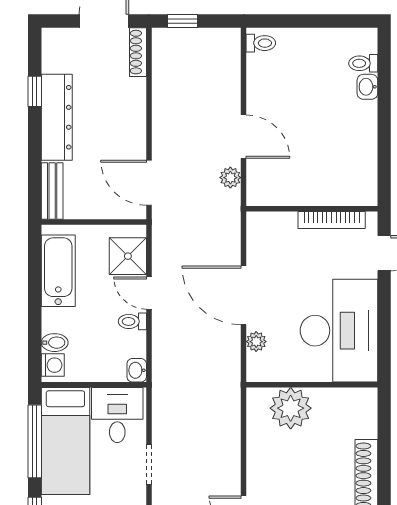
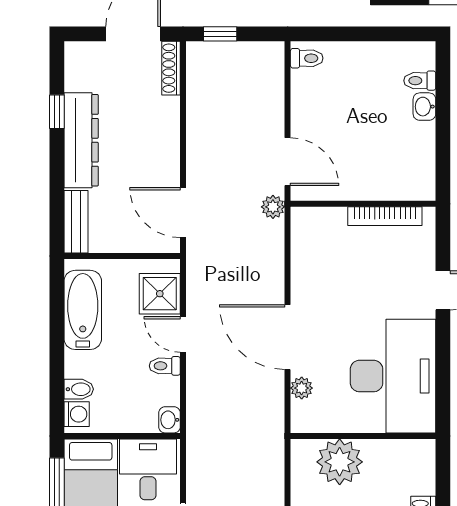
wall: (312, 209) -> (363, 204), moved
bookcase: (332, 220) -> (385, 216), moved

